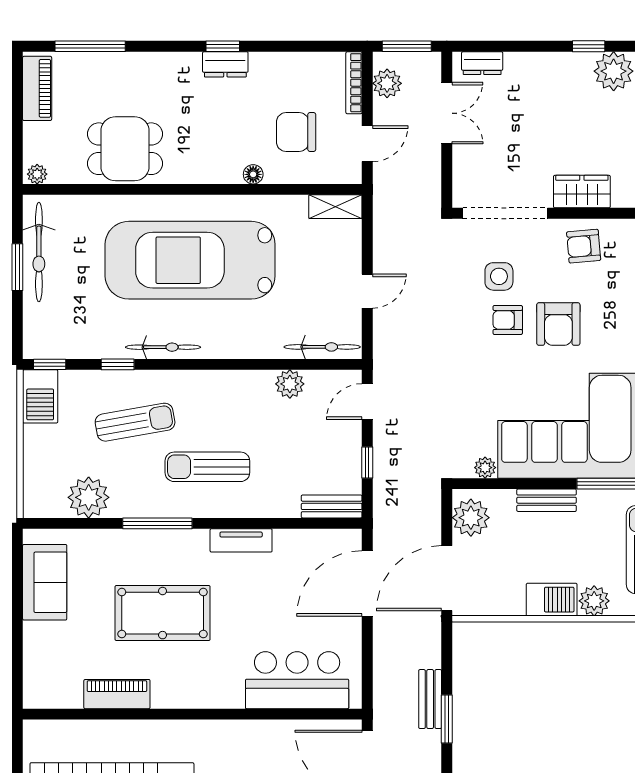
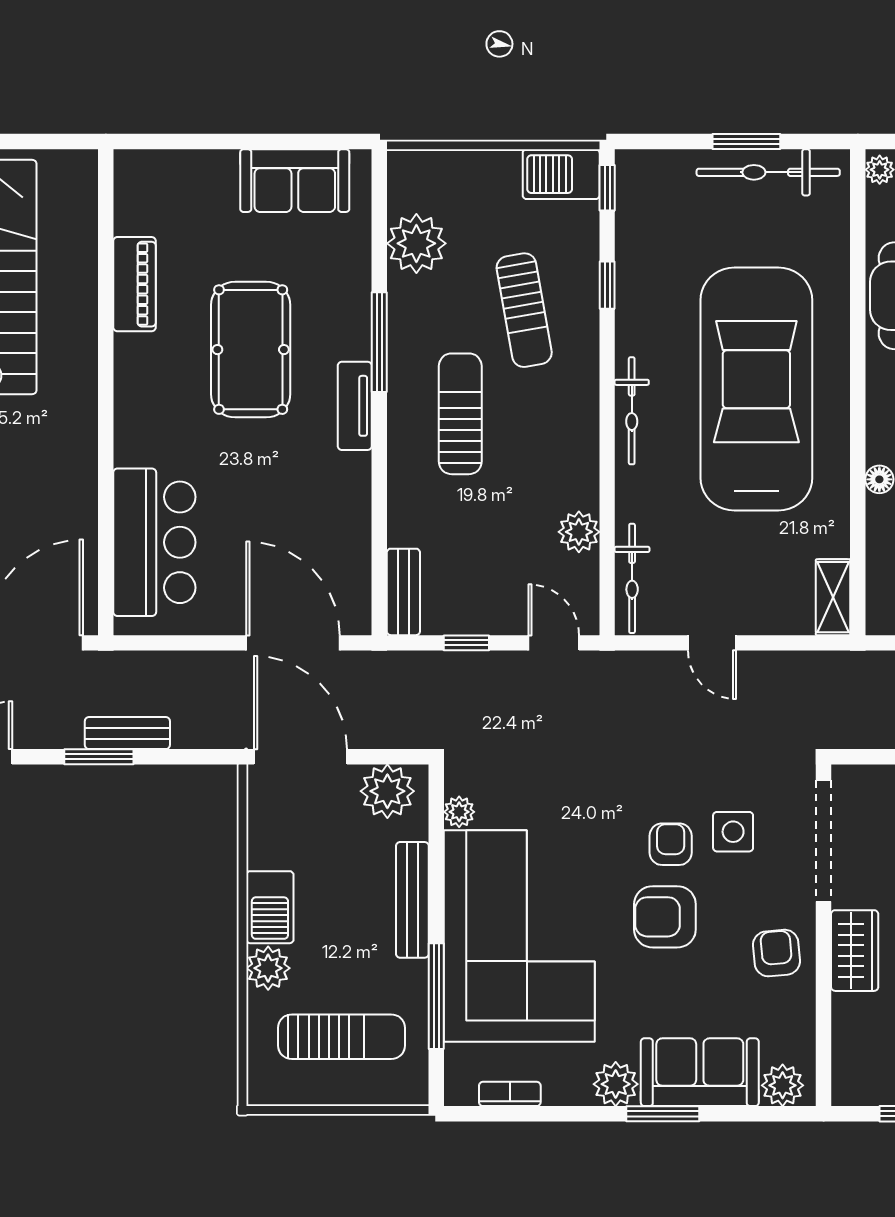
bicycle: (163, 347) -> (632, 411), moved
bench: (547, 500) -> (412, 900), width x1.36
tv unit: (241, 540) -> (355, 406), moved

